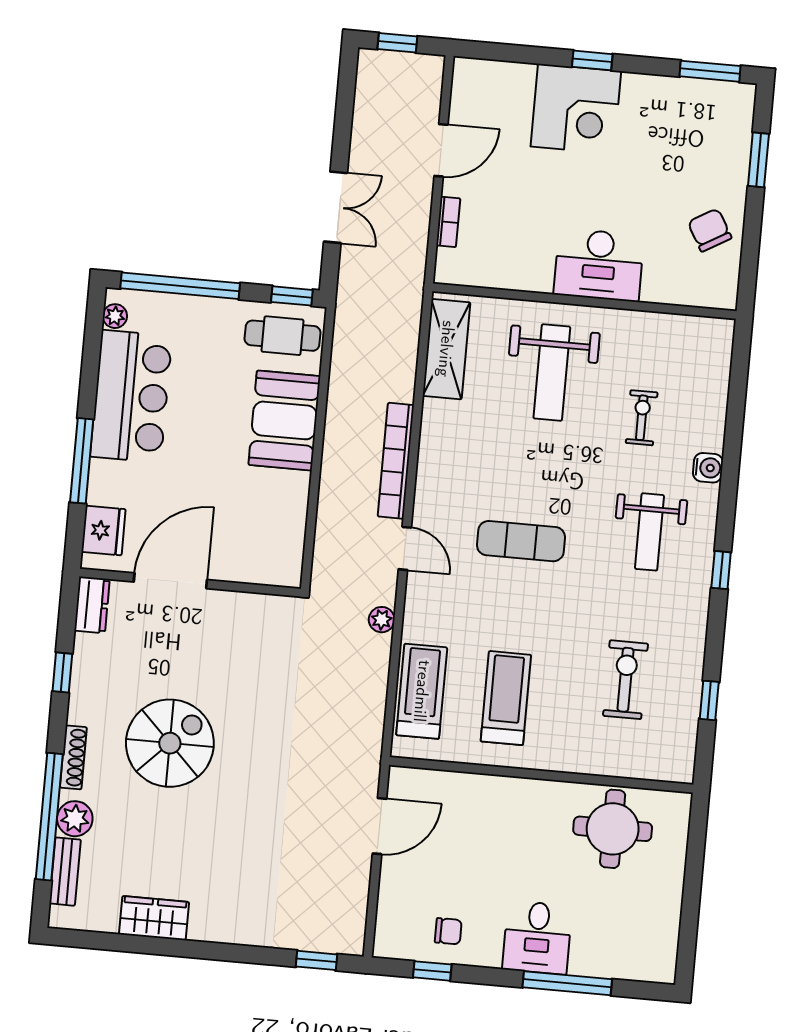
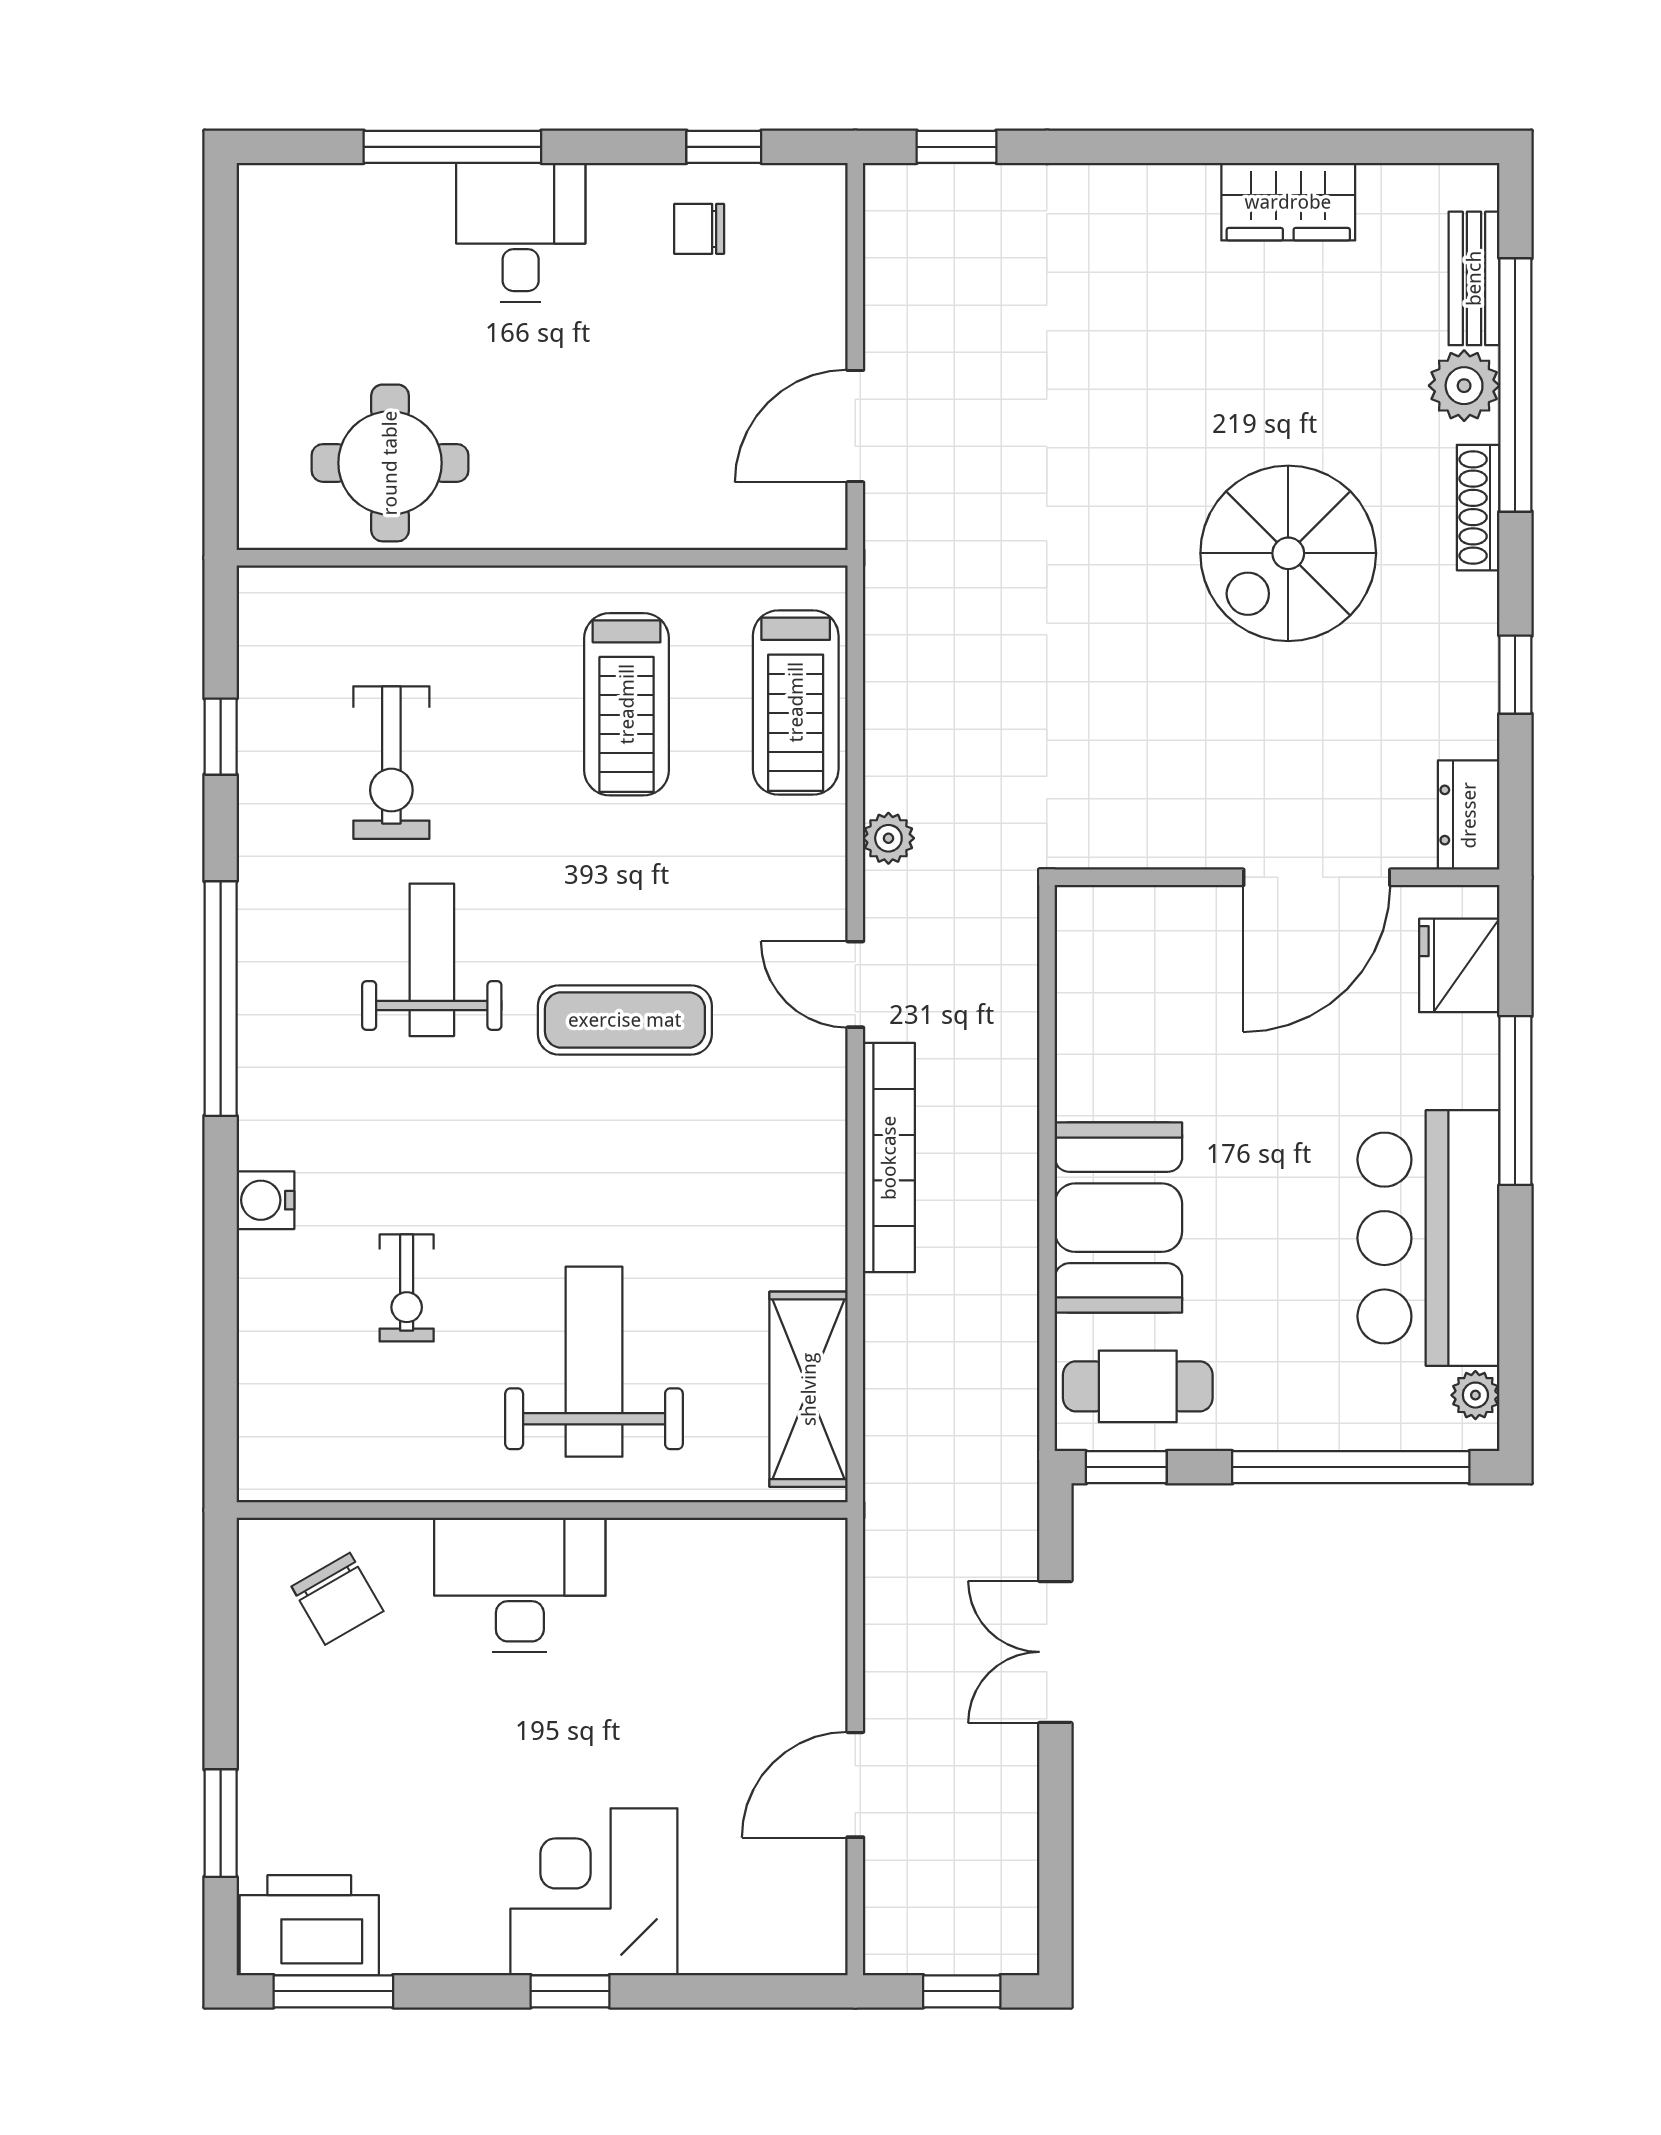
printer: (719, 105) -> (309, 1925), added
bookcase: (448, 222) -> (828, 1643), removed
chair: (710, 230) -> (337, 1599), moved
weight bench: (649, 532) -> (432, 960), moved
window: (721, 570) -> (221, 999), width x3.17

